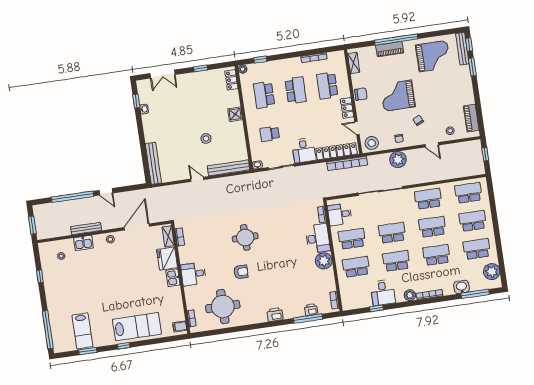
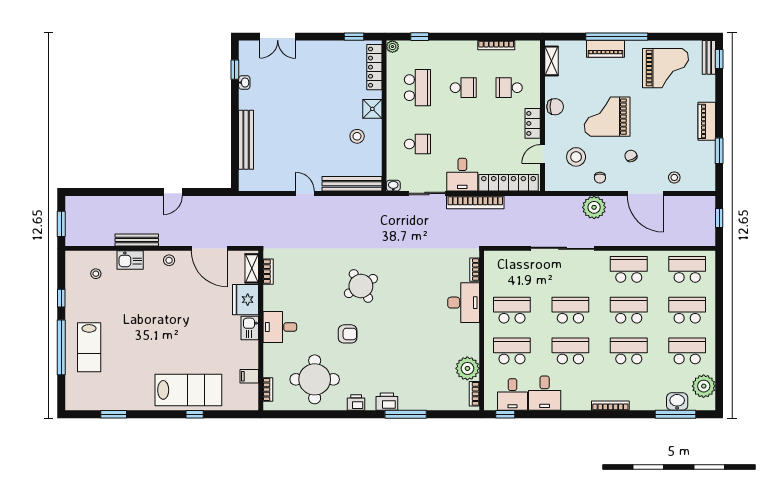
bench: (462, 49) -> (709, 57), width x0.73
window: (472, 67) -> (719, 151), moved
window: (201, 68) -> (354, 37), moved
locker: (231, 80) -> (374, 67), width x1.53
school desk: (327, 86) -> (509, 88), width x0.54
school desk: (296, 90) -> (463, 88), width x0.54
school desk: (264, 95) -> (417, 88), turned 180
piano: (471, 118) -> (707, 121), moved
door: (357, 128) -> (542, 154), hinge flipped
school desk: (270, 134) -> (417, 144), turned 180
stool: (206, 138) -> (357, 136), moved
stool: (372, 143) -> (576, 157), moved
door: (432, 145) -> (645, 193), width x1.87
bench: (153, 163) -> (246, 140), moved
bookcase: (347, 163) -> (475, 202), moved
door: (106, 192) -> (173, 192), hinge flipped
window: (72, 197) -> (124, 192), removed
desk: (340, 214) -> (512, 394), moved, turned -90
door: (137, 227) -> (209, 248), swing flipped
round table: (245, 237) -> (361, 286), turned -31
plant: (324, 261) -> (467, 368), moved
washbasin: (461, 287) -> (677, 402), moved
plant: (410, 295) -> (583, 403), removed
window: (376, 308) -> (505, 414), moved
printer: (311, 310) -> (356, 403), moved
window: (308, 319) -> (406, 414), moved
filing cabinet: (180, 327) -> (249, 376), moved
window: (48, 330) -> (61, 347), moved
lab bench: (82, 331) -> (89, 347), moved
window: (124, 346) -> (195, 414), moved

